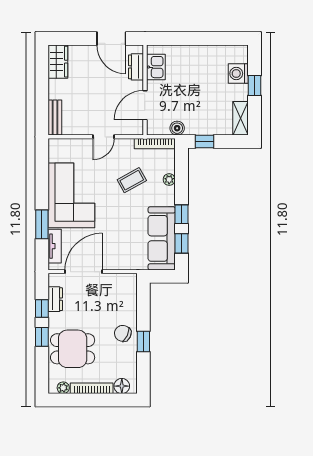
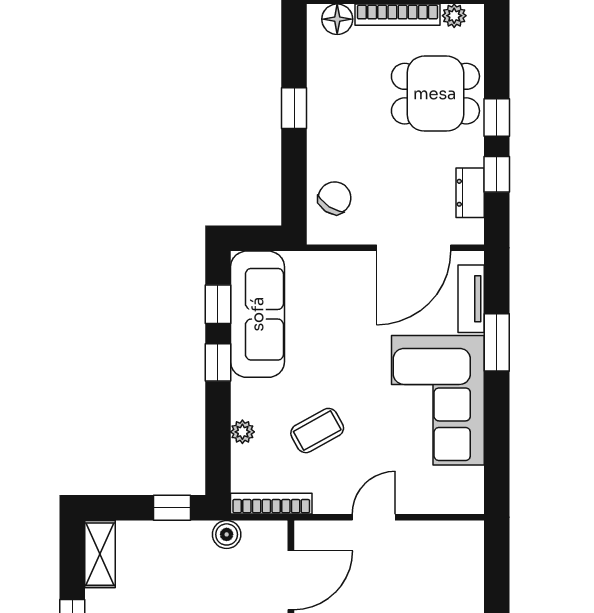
bench: (55, 118) -> (471, 556), removed
chair: (123, 333) -> (335, 198), moved, turned -82

